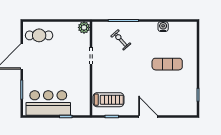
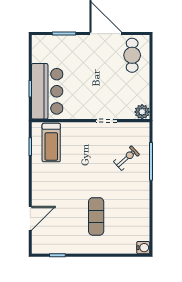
water cooler: (163, 27) -> (143, 248), moved
bar counter: (48, 103) -> (47, 91), moved
door: (148, 116) -> (30, 218), moved

